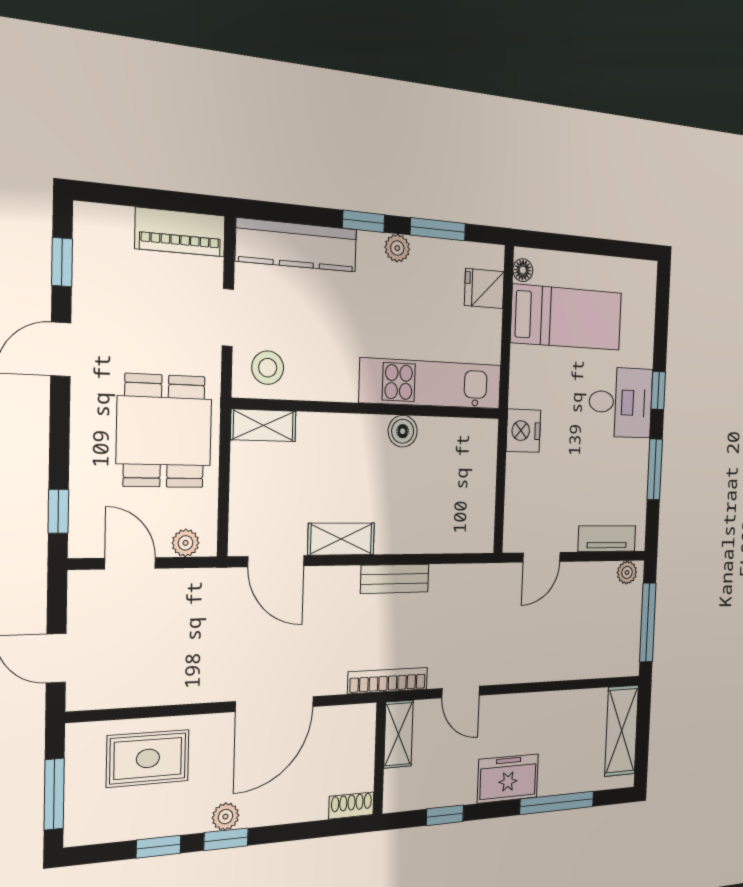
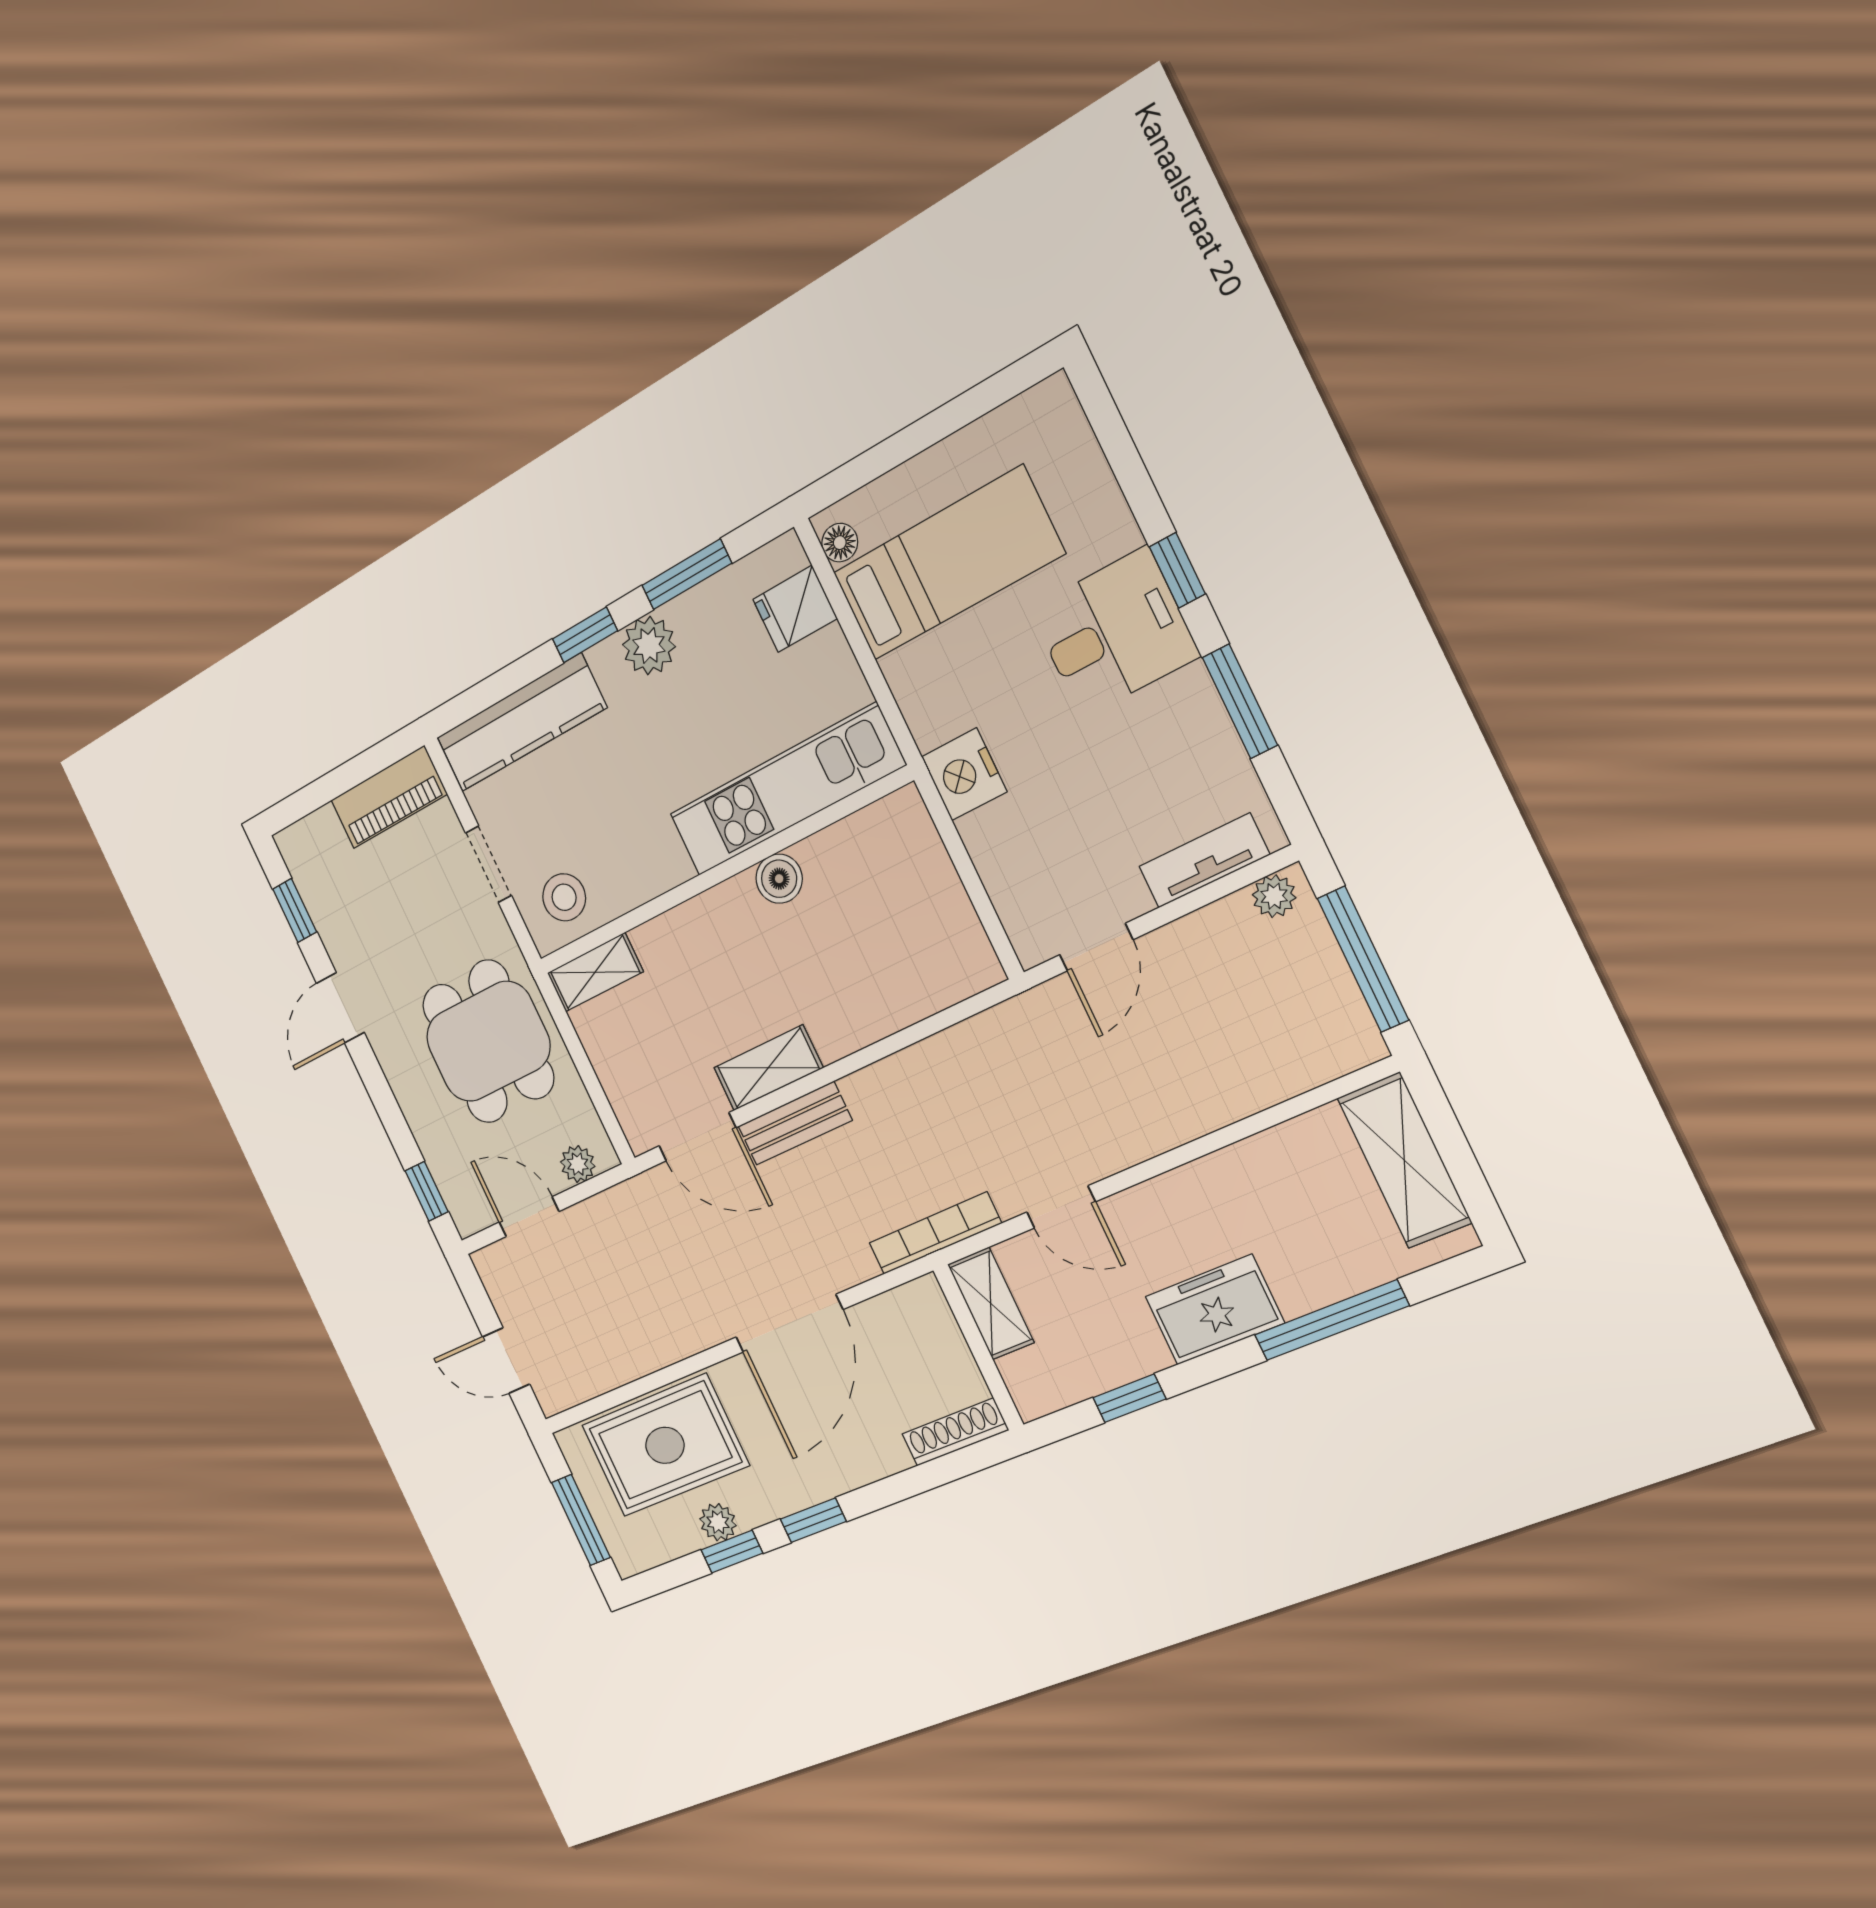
plant: (397, 248) -> (649, 646), width x1.38, depth x1.38
bench: (395, 579) -> (795, 1123), moved
rug: (148, 758) -> (665, 1445), width x1.36, depth x1.43
shoe rack: (351, 806) -> (955, 1432), width x1.43
plant: (226, 817) -> (718, 1522), moved

